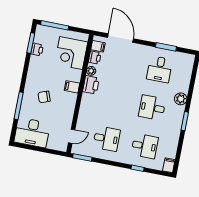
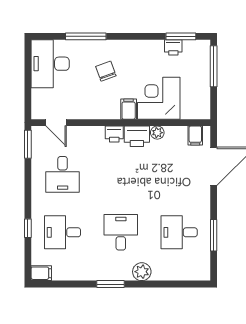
corner desk: (71, 53) -> (159, 98), moved
printer: (95, 58) -> (114, 134), moved
desk: (145, 146) -> (63, 232), turned 90

